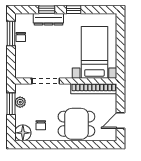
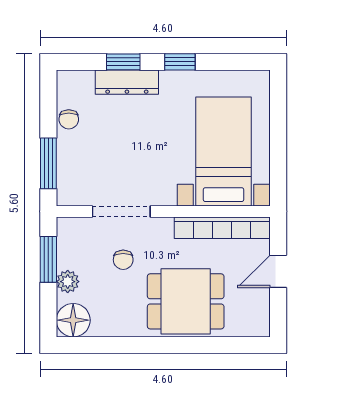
window: (11, 33) -> (48, 163), moved
plant: (20, 102) -> (68, 282), moved
door: (120, 120) -> (278, 271), moved
chair: (41, 125) -> (123, 260), moved

